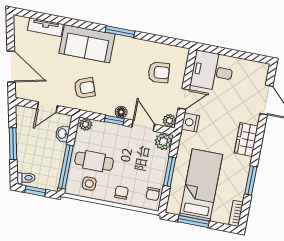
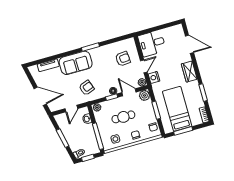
cafe table: (94, 161) -> (123, 117), moved

